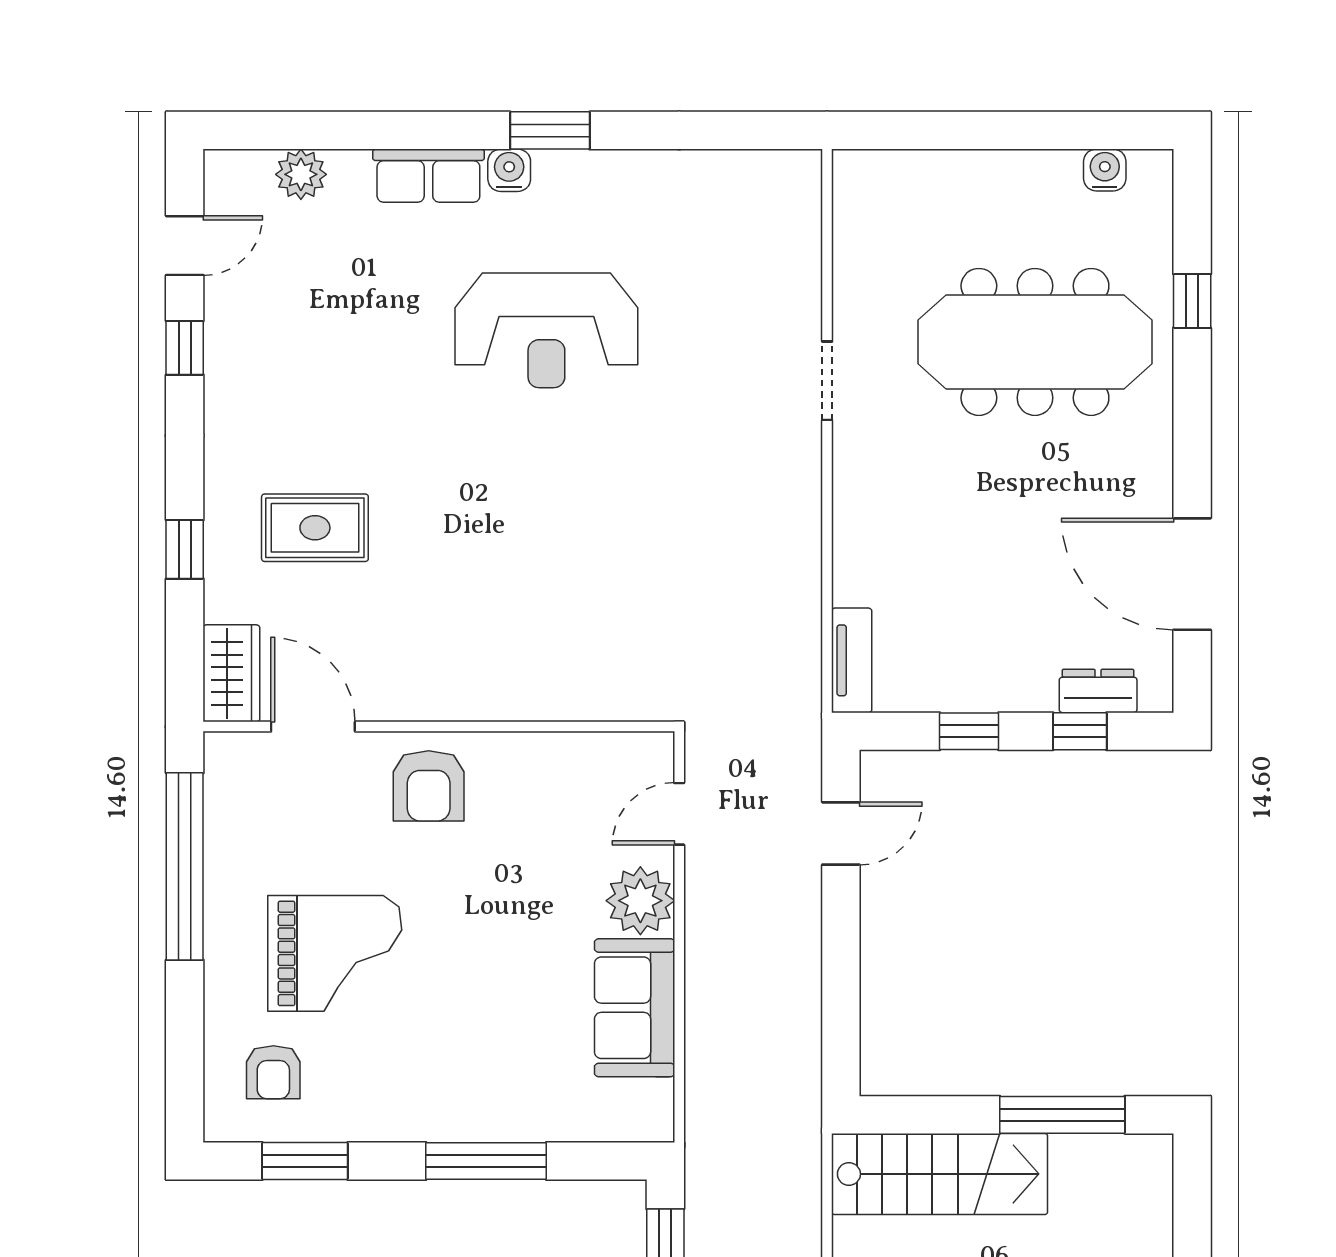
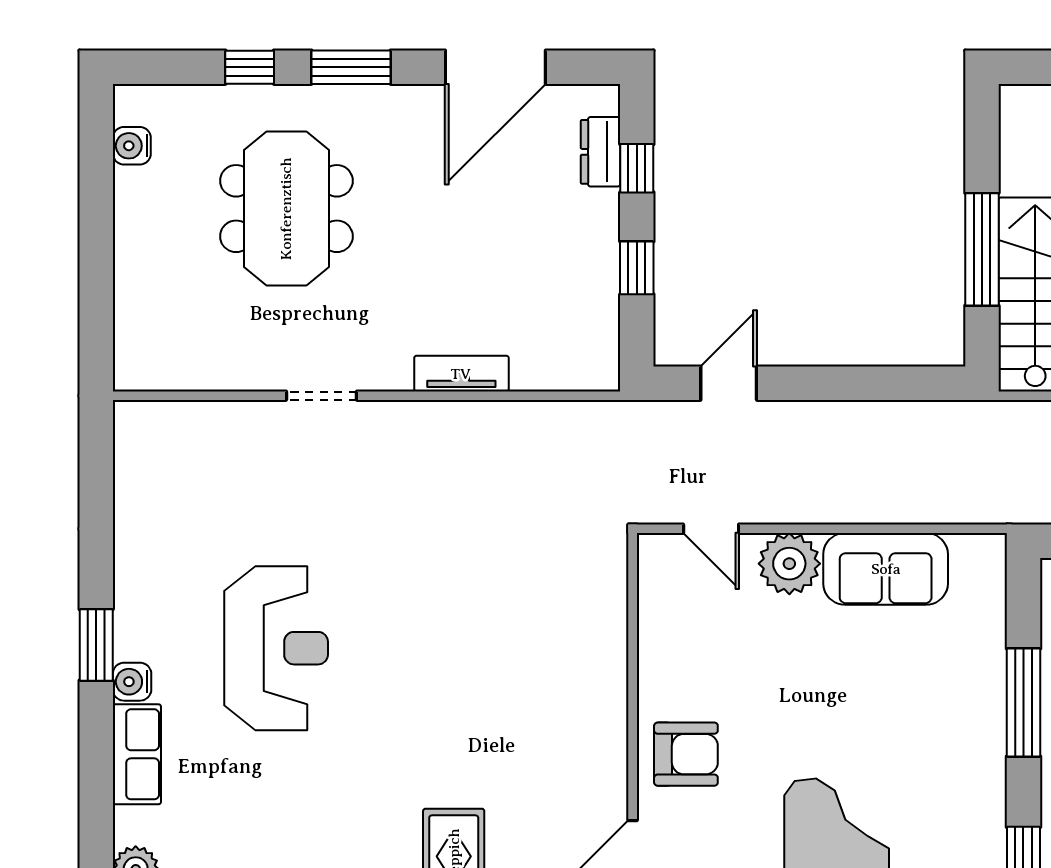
meeting table: (1035, 342) -> (286, 209), width x0.73
window: (1192, 414) -> (351, 67), added
tv unit: (852, 660) -> (461, 374), moved
door: (841, 833) -> (729, 383), hinge flipped
window: (1062, 1115) -> (982, 249), moved

